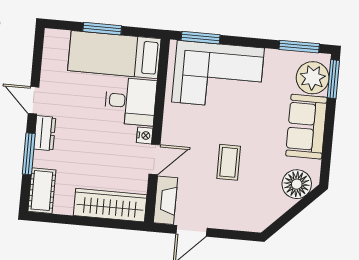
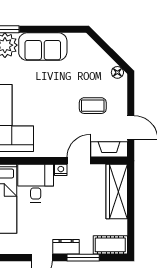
door: (155, 159) -> (79, 161), hinge flipped
coffee table: (229, 162) -> (93, 106), moved
floor lamp: (297, 184) -> (117, 72), moved, width x0.53, depth x0.53

